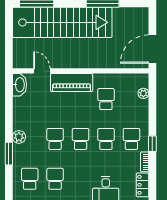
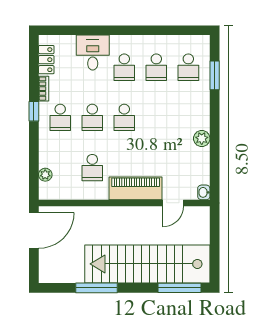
door: (42, 71) -> (173, 203), hinge flipped
washbasin: (19, 85) -> (204, 192), width x0.52, depth x0.69
plant: (19, 137) -> (202, 139), moved
school desk: (55, 139) -> (124, 67), moved
window: (9, 154) -> (215, 75), moved

